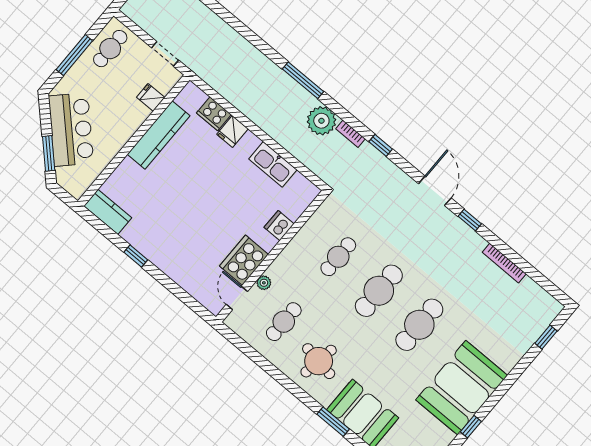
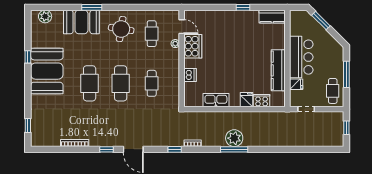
plant: (321, 121) -> (234, 138), moved
bar counter: (71, 130) -> (301, 57), moved, turned -135

